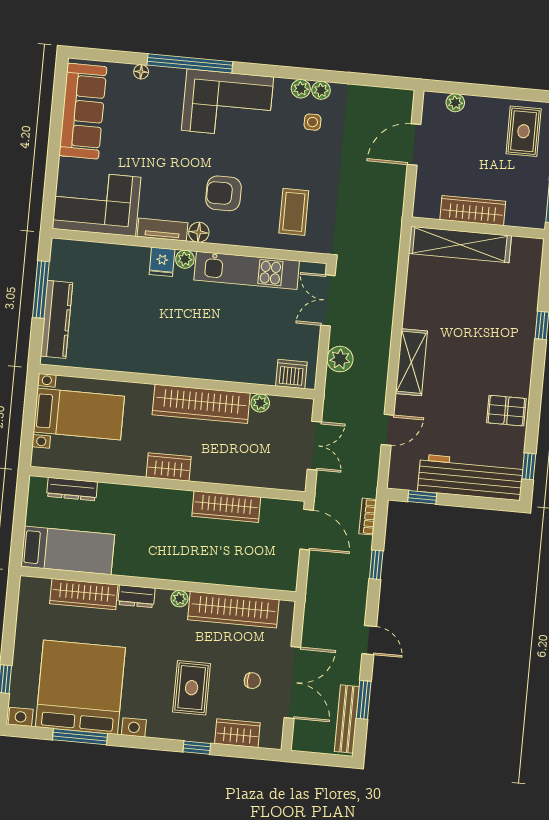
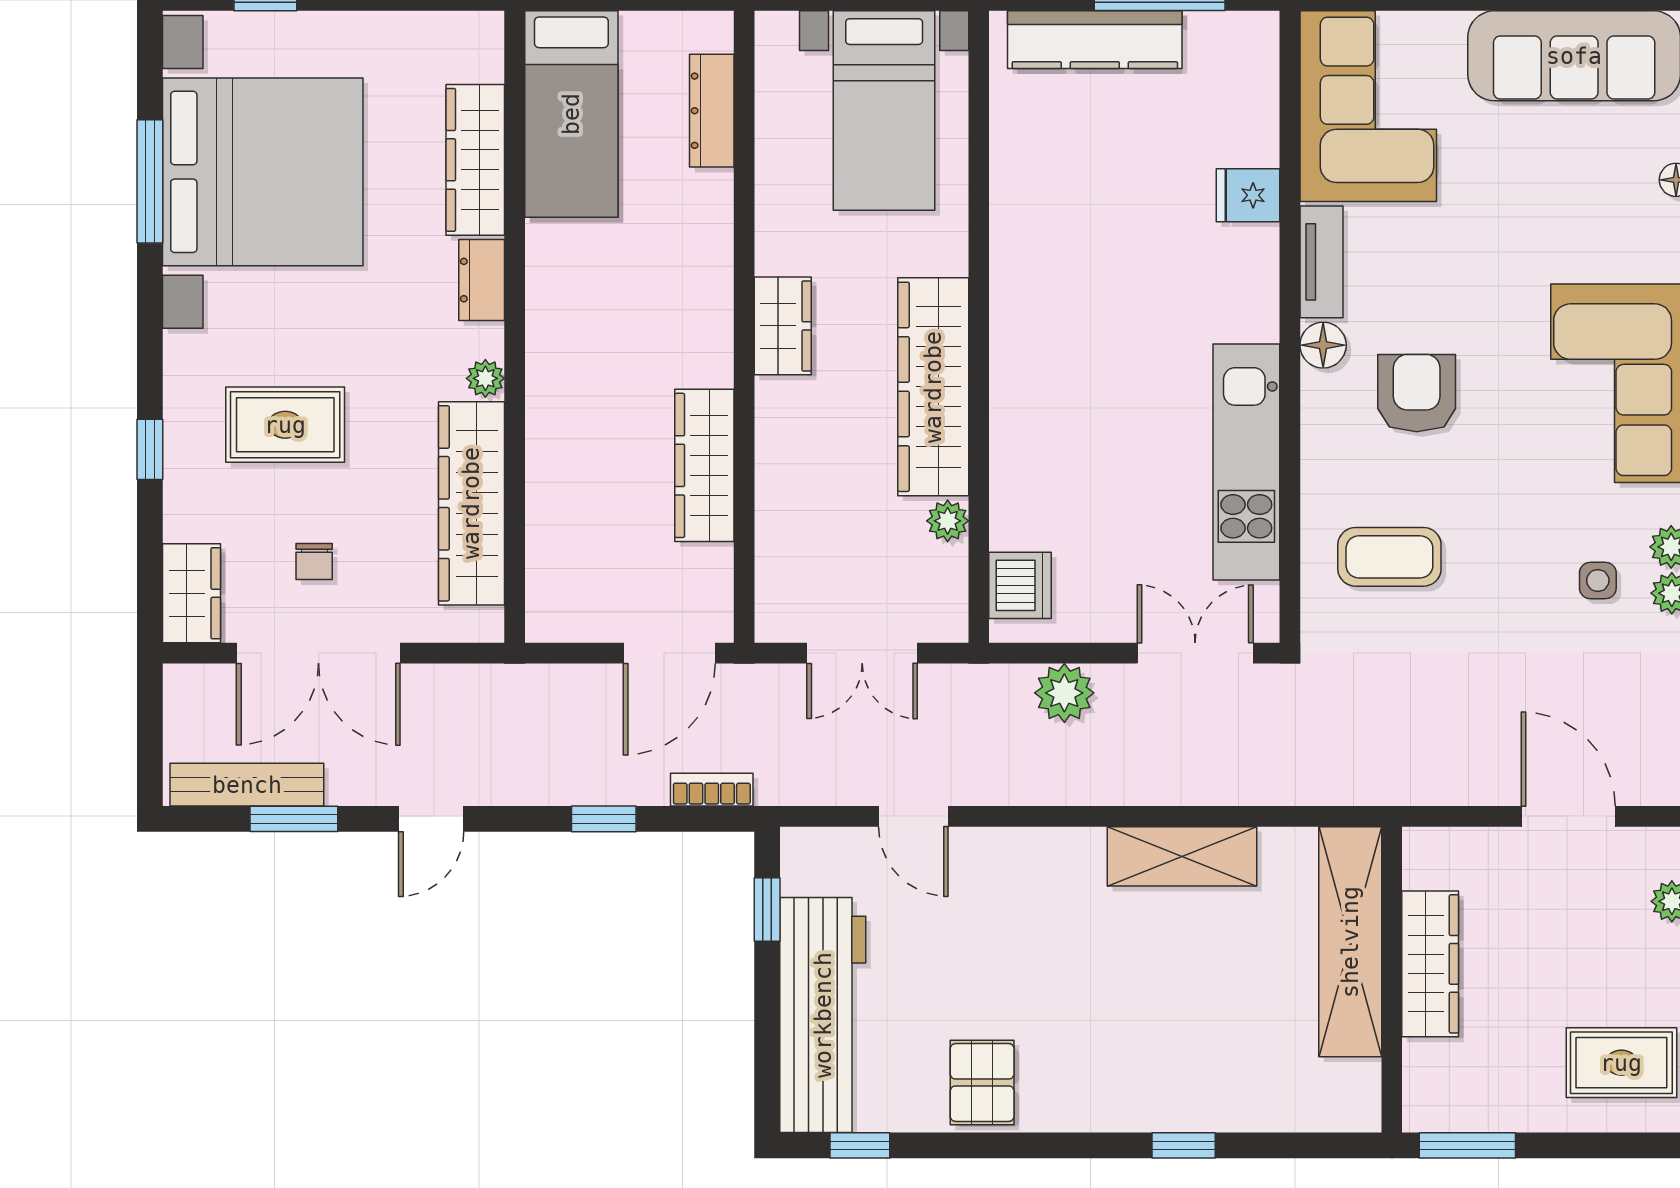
plant: (185, 259) -> (1259, 319), removed
fridge: (162, 262) -> (1248, 195), moved
shelving: (411, 362) -> (1182, 856), moved
wardrobe: (237, 733) -> (192, 593), moved

